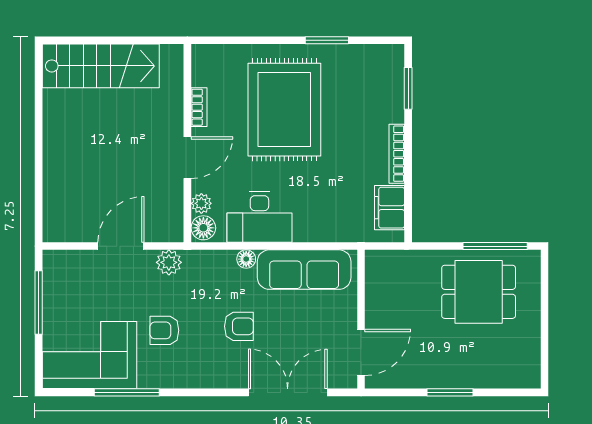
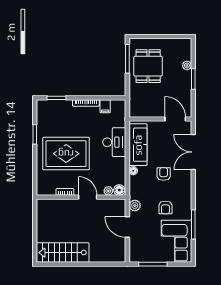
stairs: (101, 66) -> (63, 253), moved, turned -90
filing cabinet: (390, 208) -> (105, 106), width x0.50
desk: (259, 217) -> (114, 142), moved
plant: (480, 378) -> (187, 65), added

